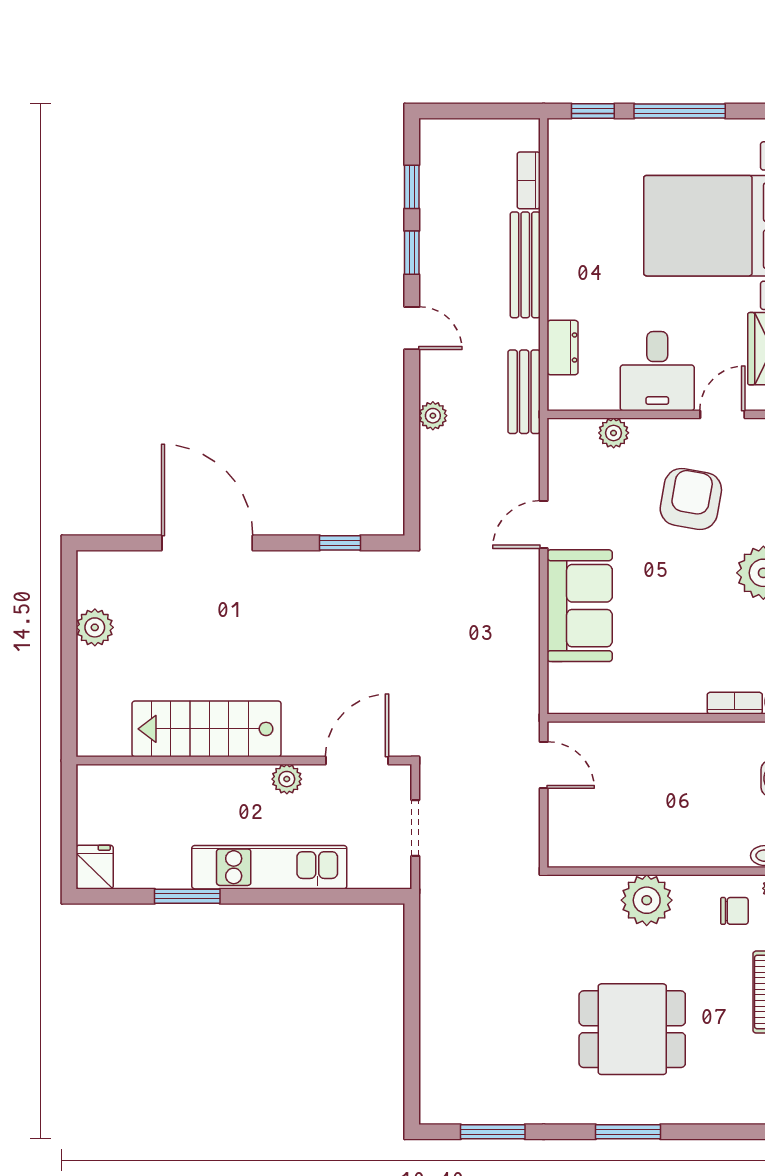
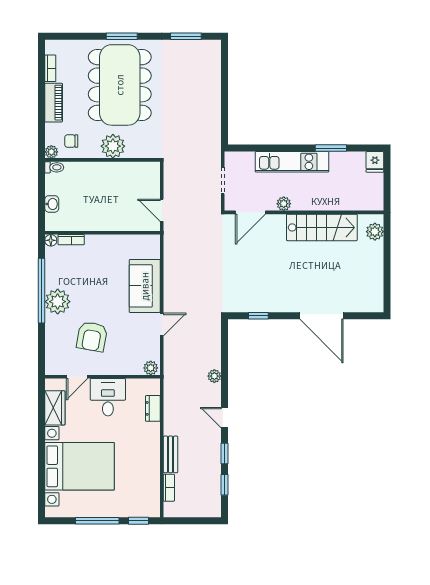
bench: (525, 265) -> (171, 454), width x0.73
bench: (524, 392) -> (171, 387), removed
plant: (614, 433) -> (151, 368), moved
plant: (95, 627) -> (375, 232), moved
dining table: (632, 1029) -> (120, 85), width x1.88, depth x1.24

